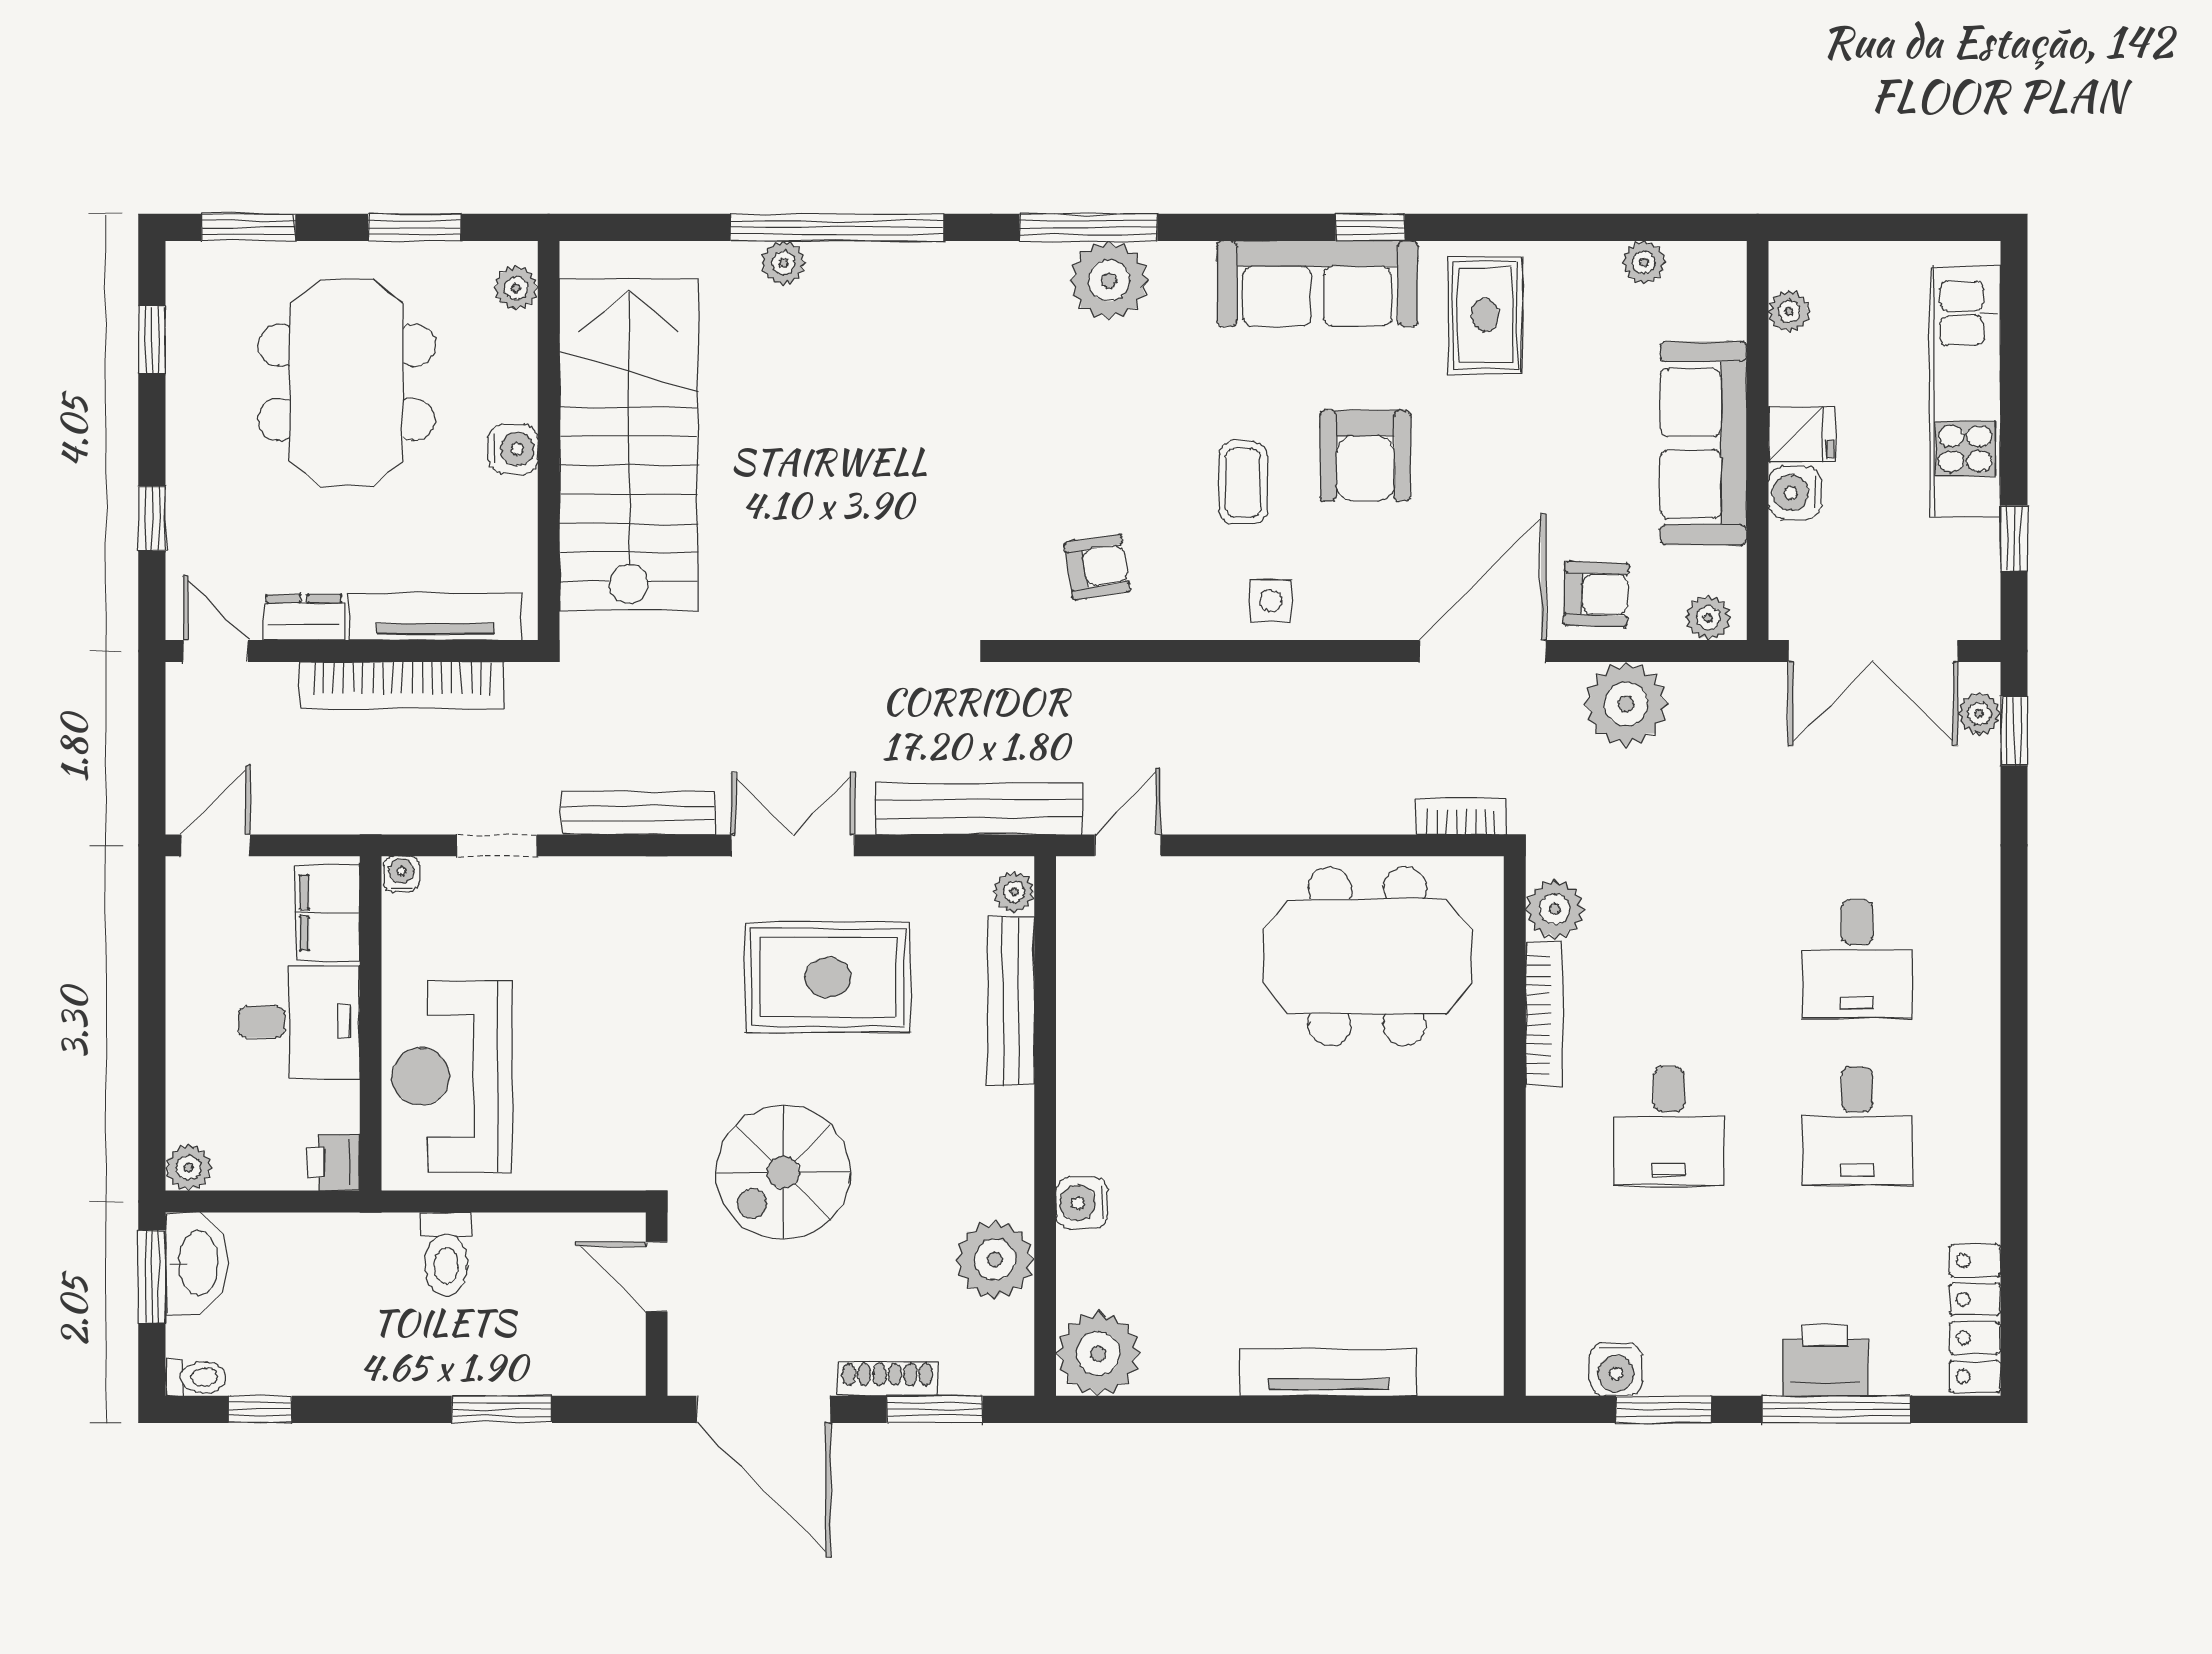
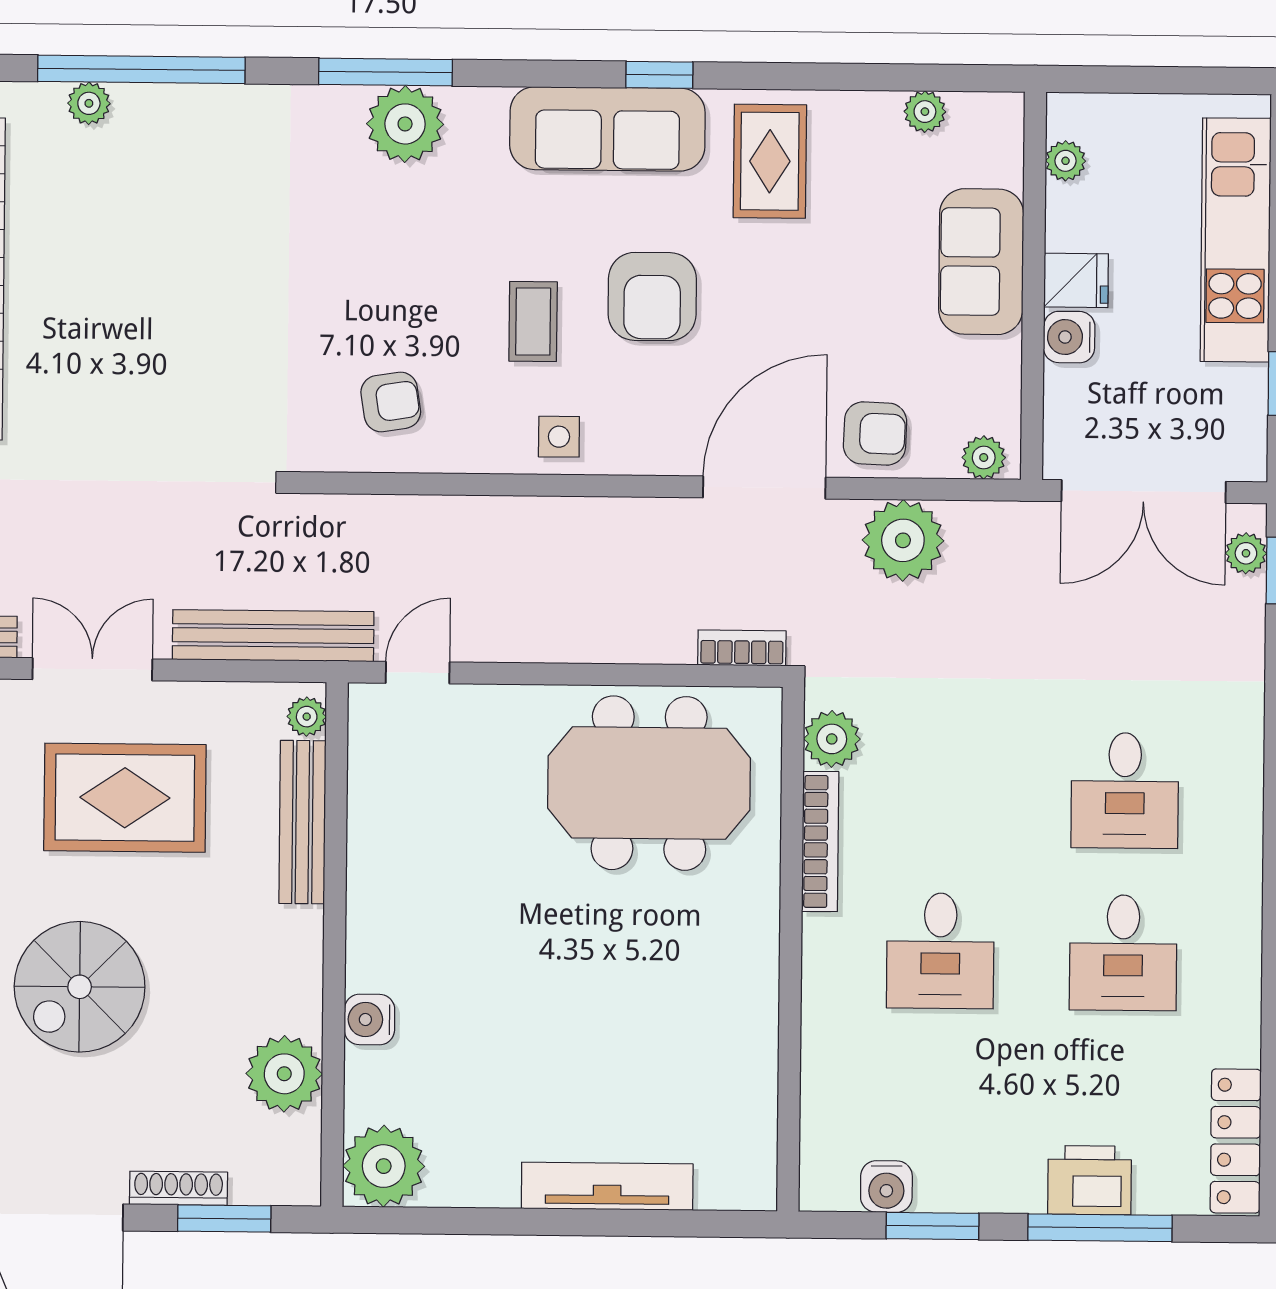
sofa: (1704, 443) -> (981, 262), width x0.73

